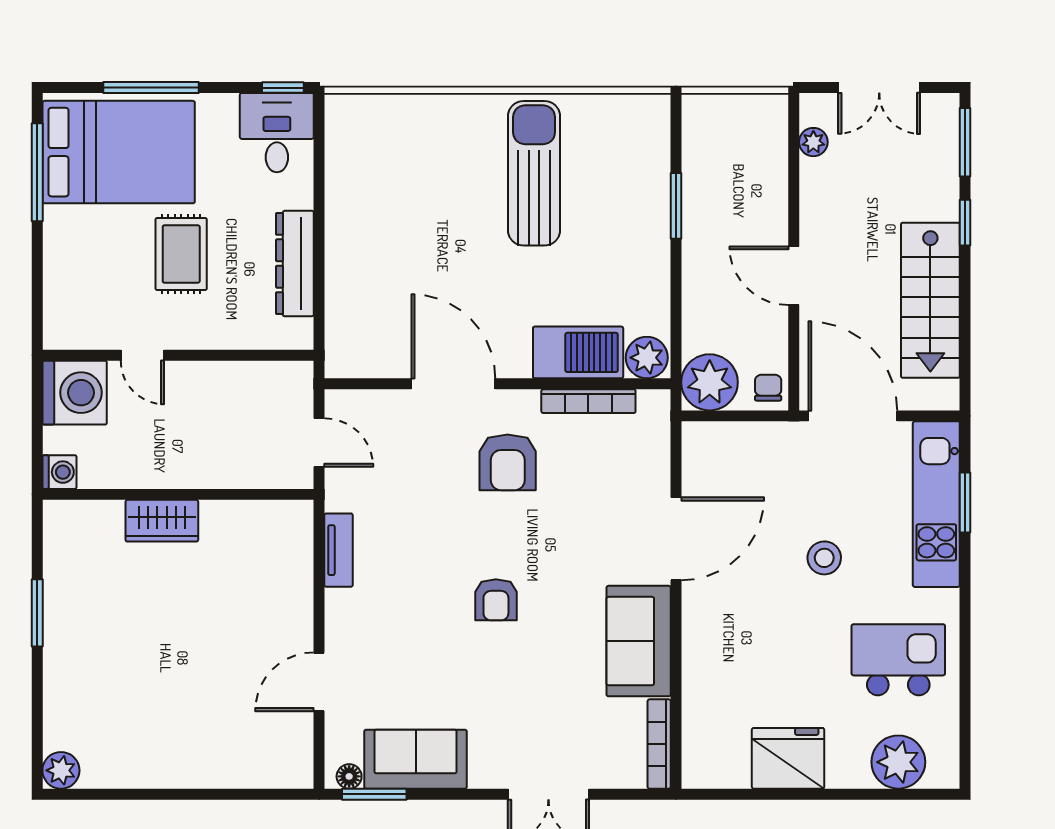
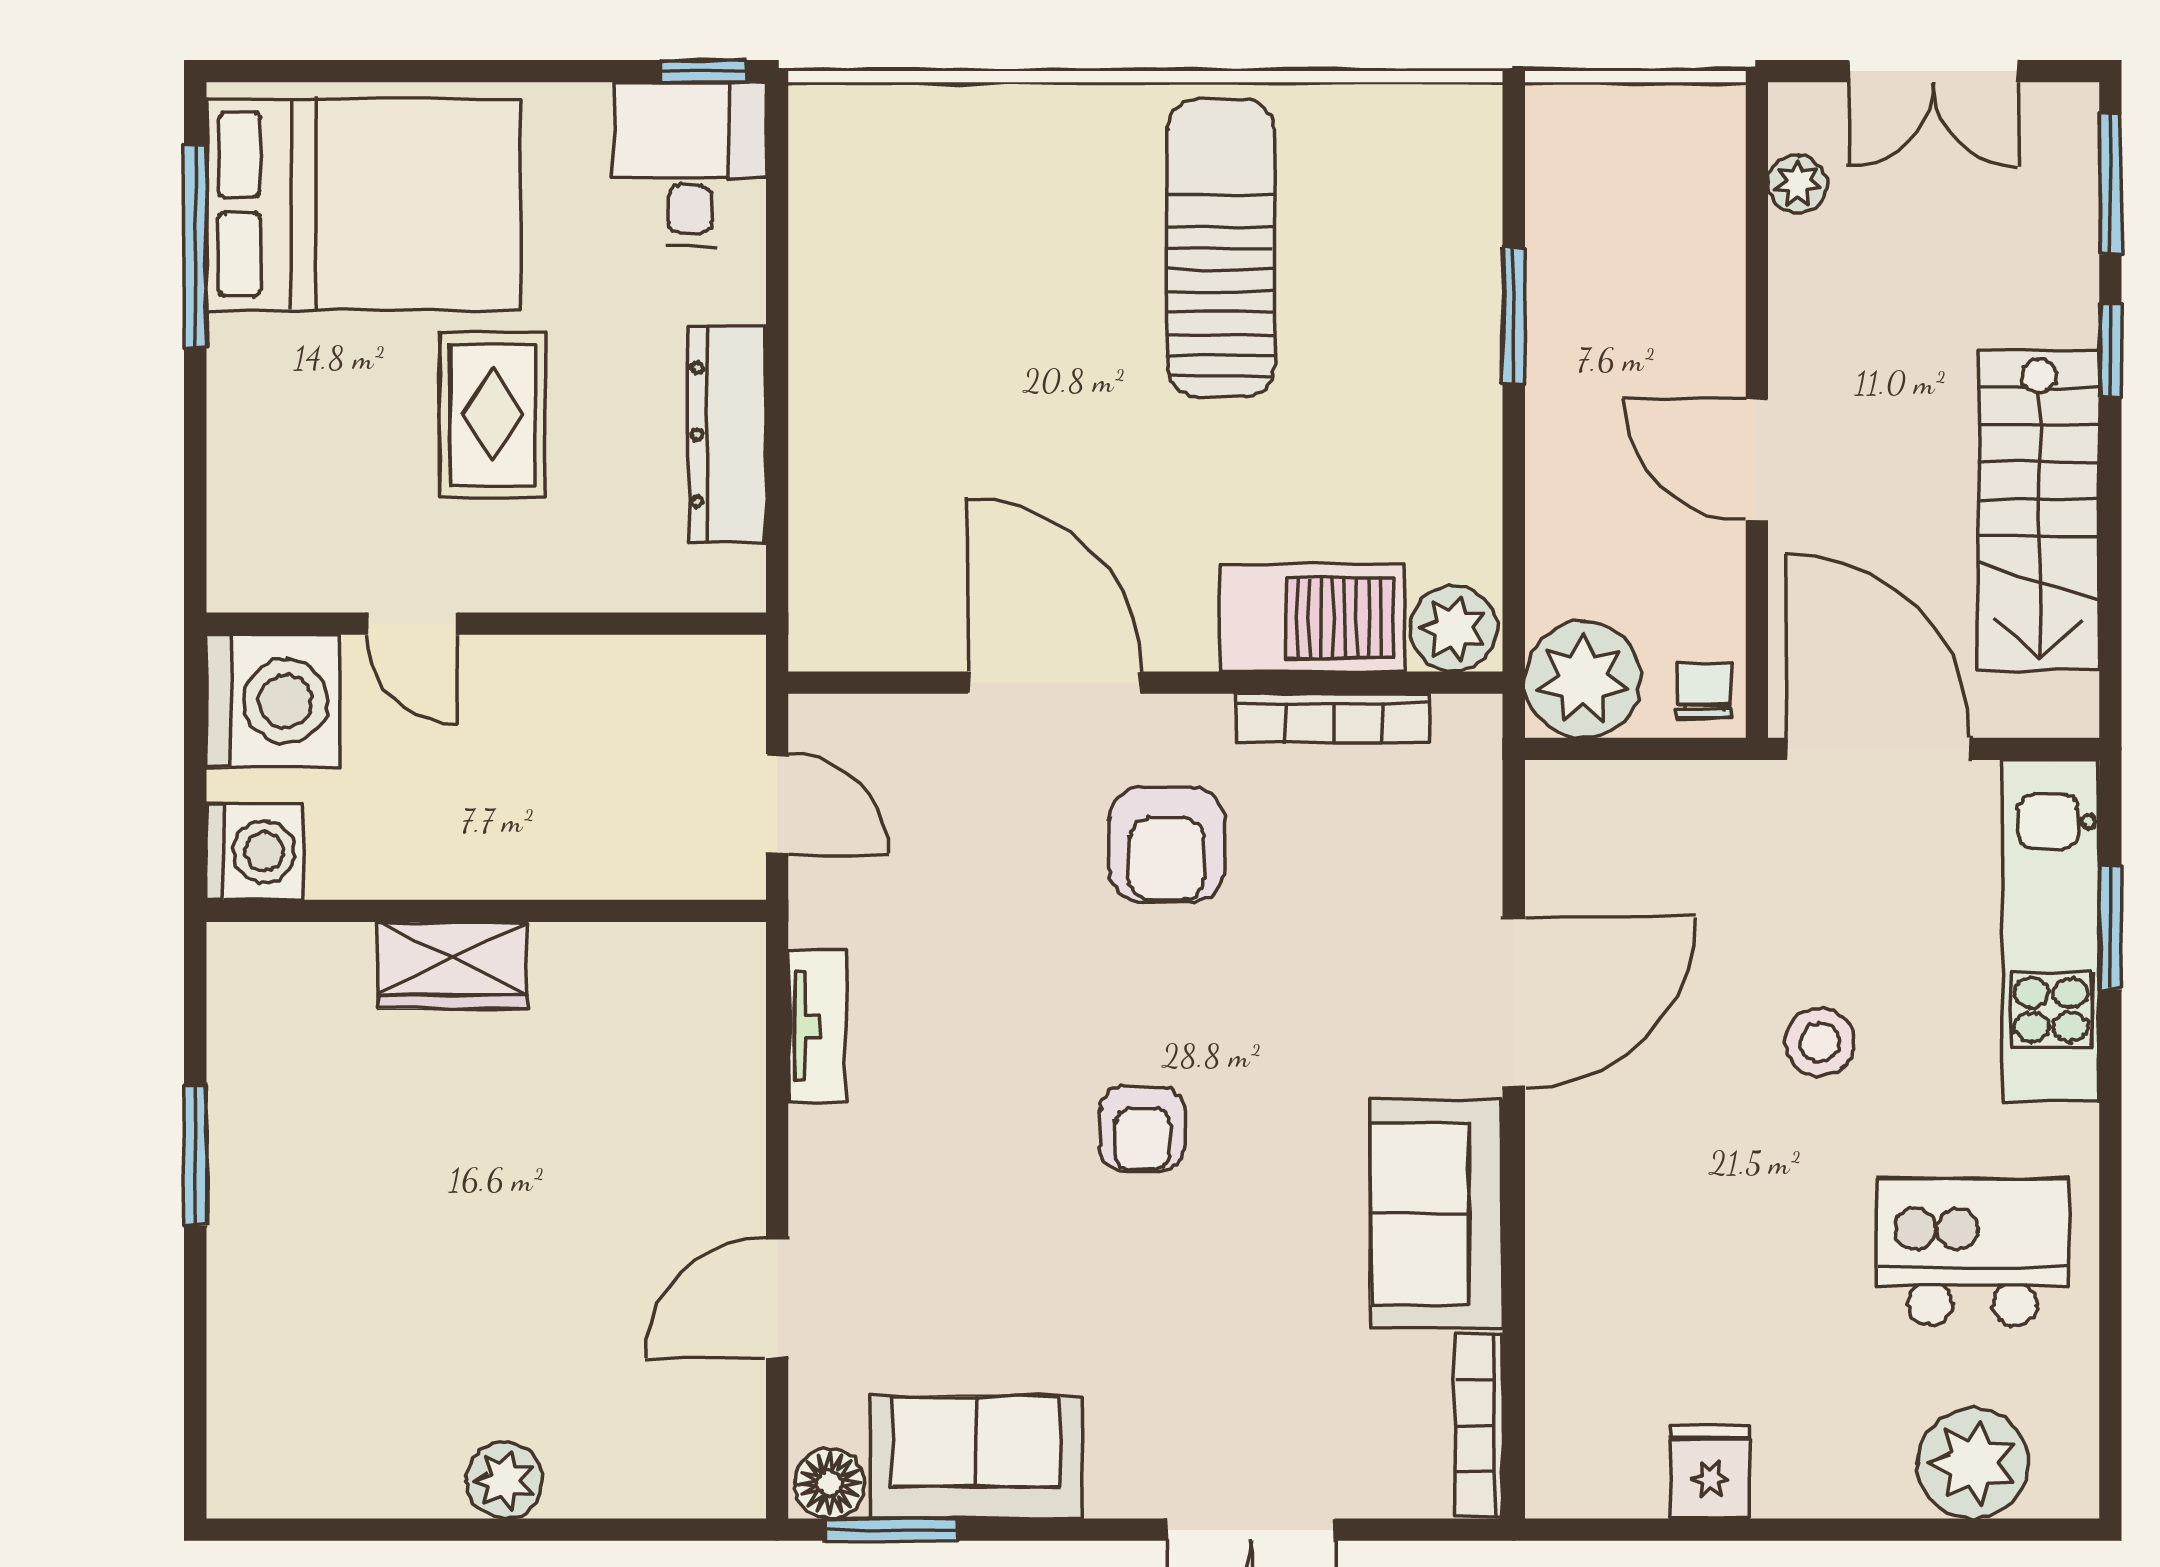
window: (151, 88) -> (430, 71), removed
washing machine: (59, 472) -> (255, 852), width x1.38, depth x1.38
fridge: (788, 758) -> (1710, 1472), width x0.53, depth x0.75
plant: (61, 770) -> (505, 1481), moved
floor lamp: (349, 776) -> (830, 1484), width x1.37, depth x1.37

